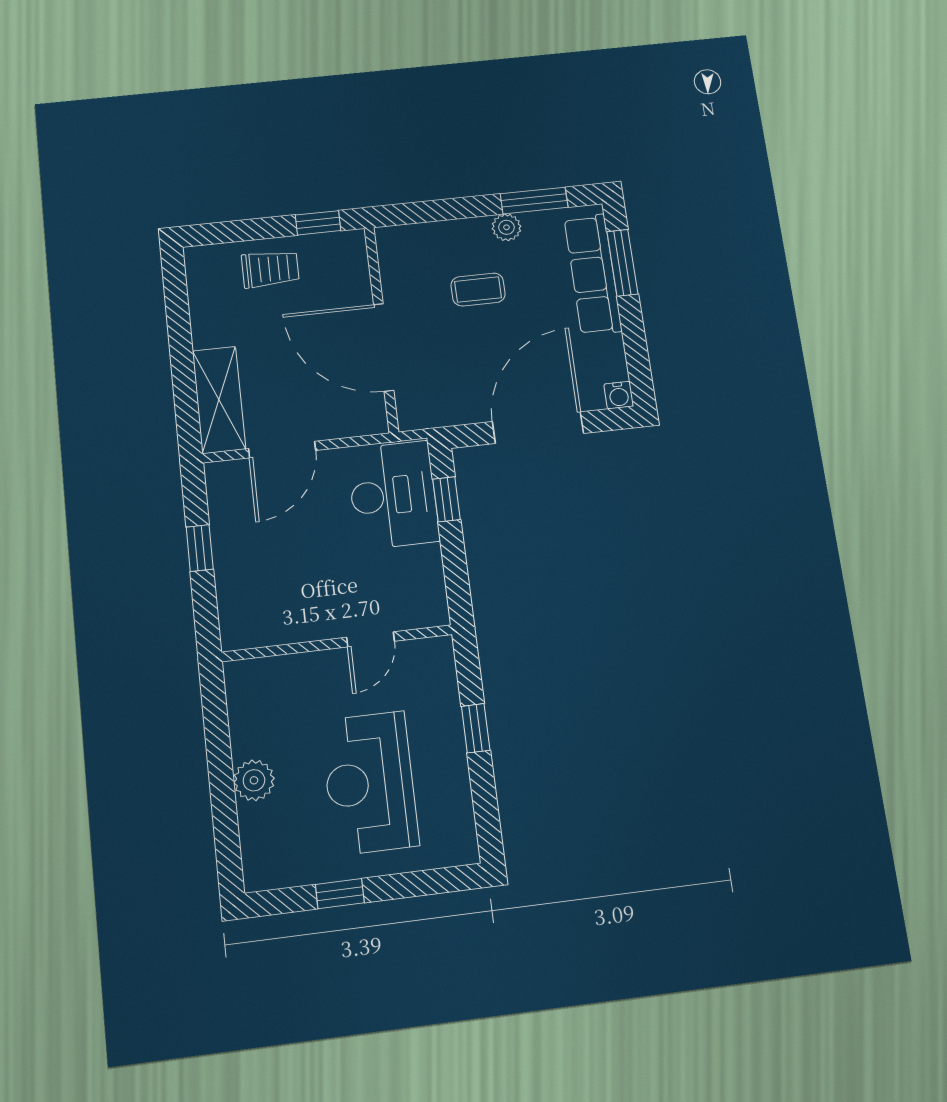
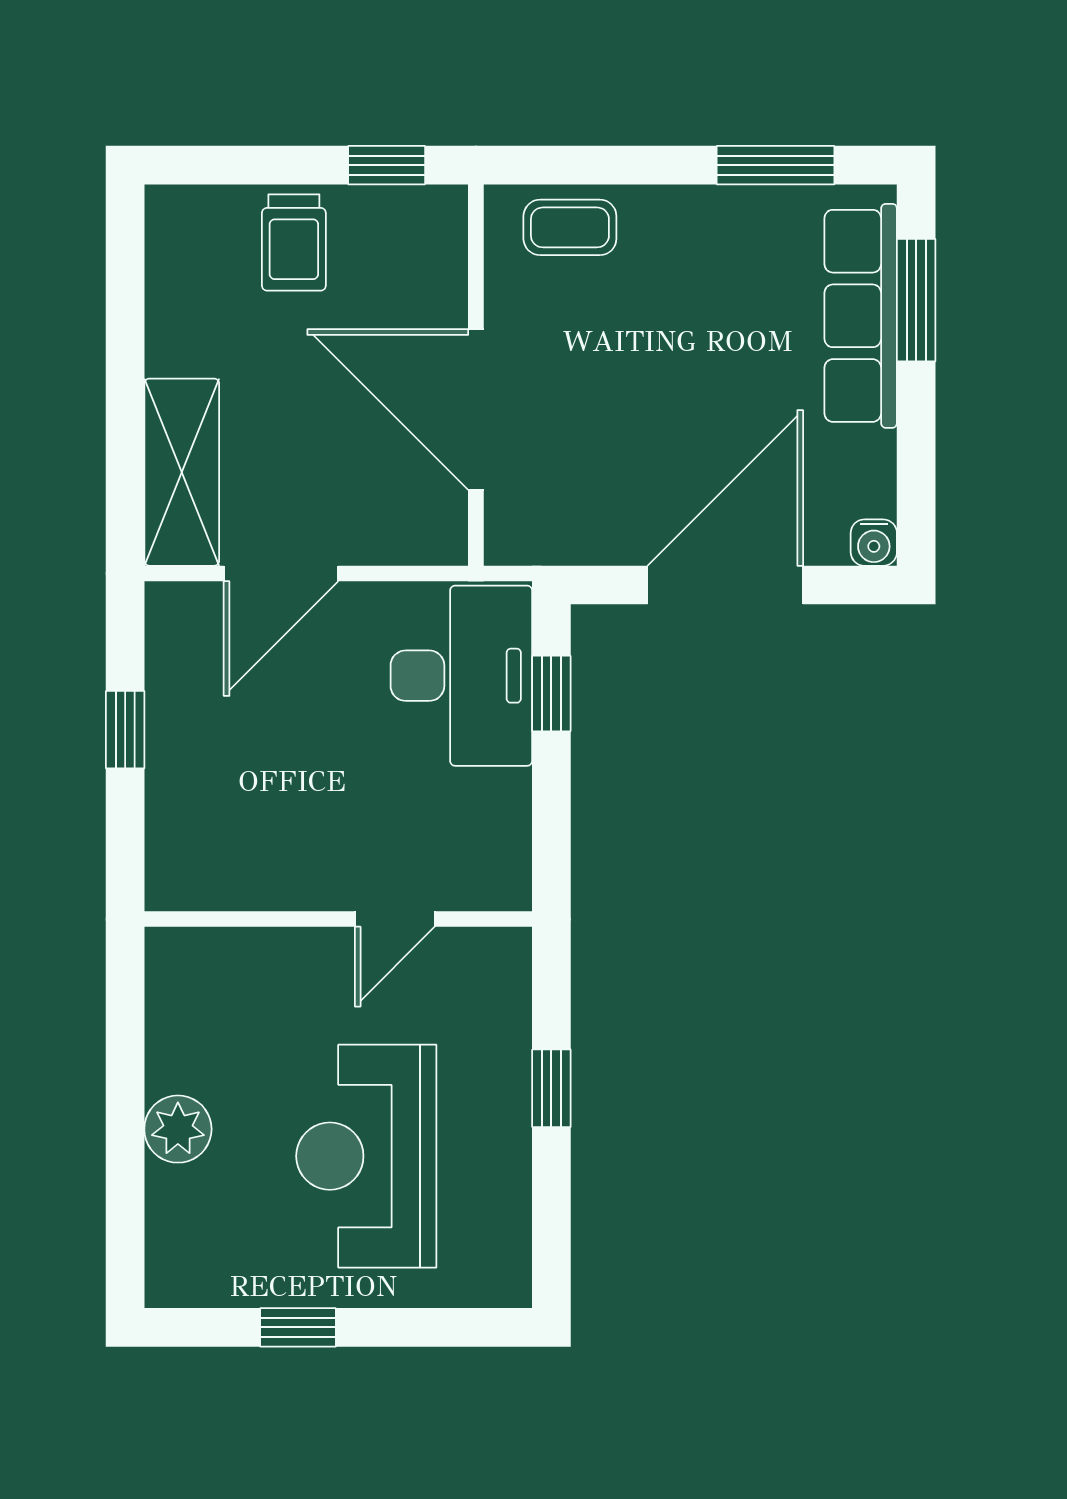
plant: (506, 227) -> (719, 210), removed
trolley: (270, 269) -> (294, 242), turned 90
coffee table: (478, 290) -> (570, 227), moved

